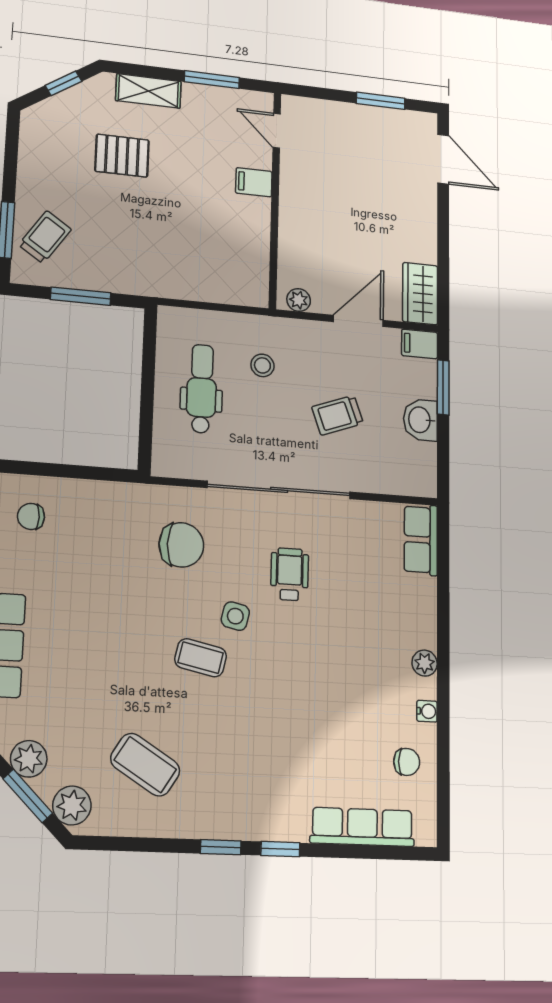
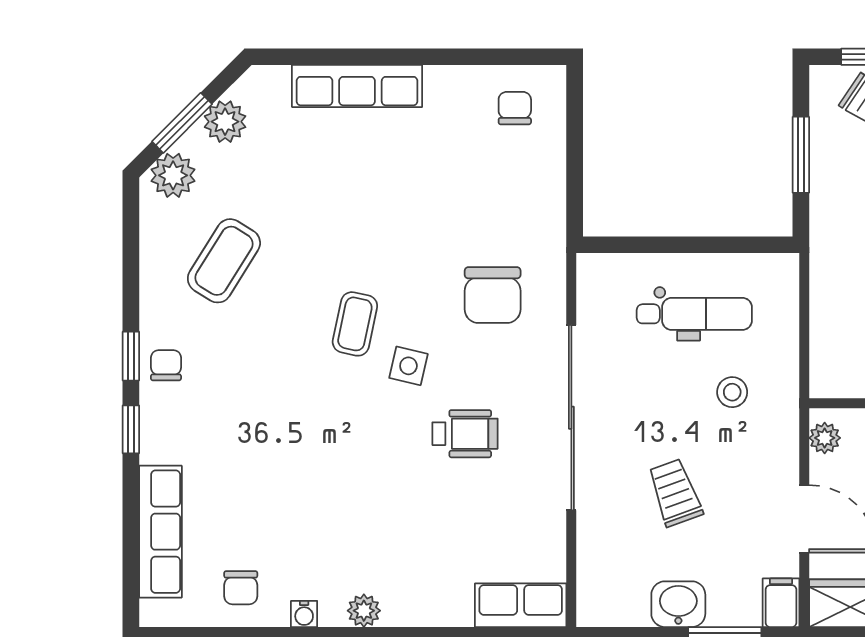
chair: (229, 817) -> (166, 365), added

